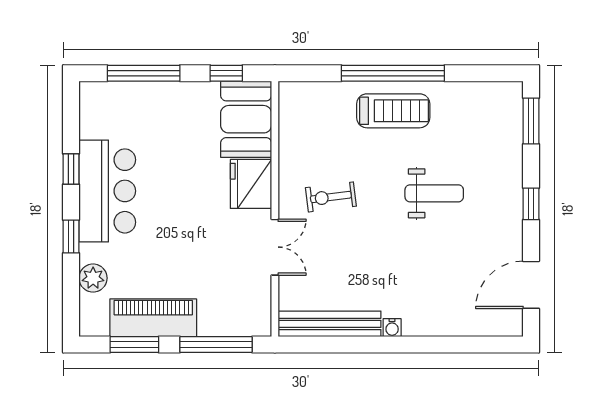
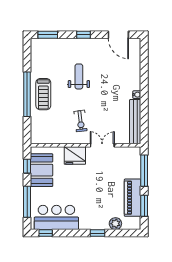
treadmill: (393, 111) -> (43, 94), turned 180
booth: (246, 119) -> (42, 170), moved, turned 90
window: (71, 169) -> (46, 233), moved
bar counter: (107, 191) -> (56, 217), moved

